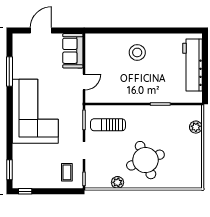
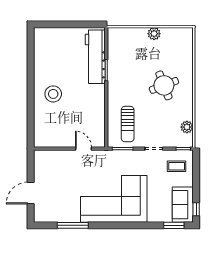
door: (41, 31) -> (31, 193), hinge flipped
sofa: (73, 51) -> (183, 205), moved, turned 90
workbench: (192, 65) -> (95, 57), moved, turned 90
plant: (196, 127) -> (154, 34), moved
round table: (145, 160) -> (164, 85), width x0.73, depth x0.73
plant: (117, 182) -> (187, 127), moved

